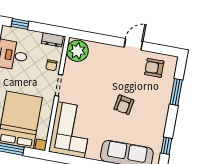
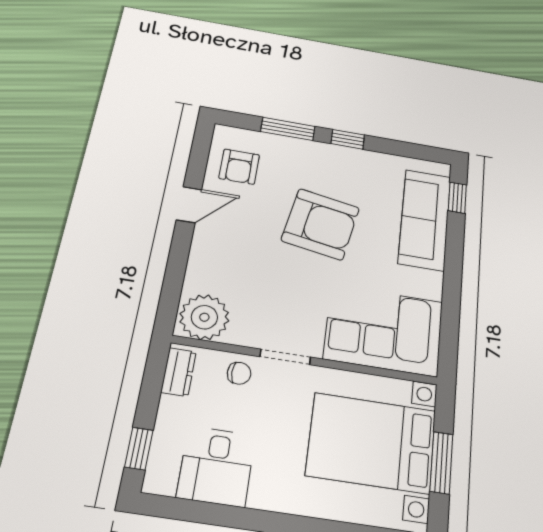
door: (133, 44) -> (189, 205), swing flipped
armchair: (124, 105) -> (320, 224), width x1.88, depth x1.88
window: (166, 146) -> (348, 139), moved

